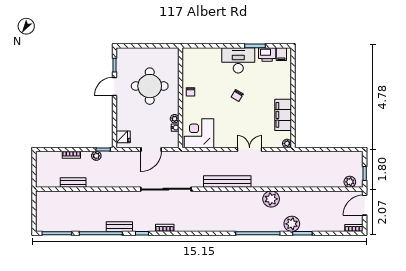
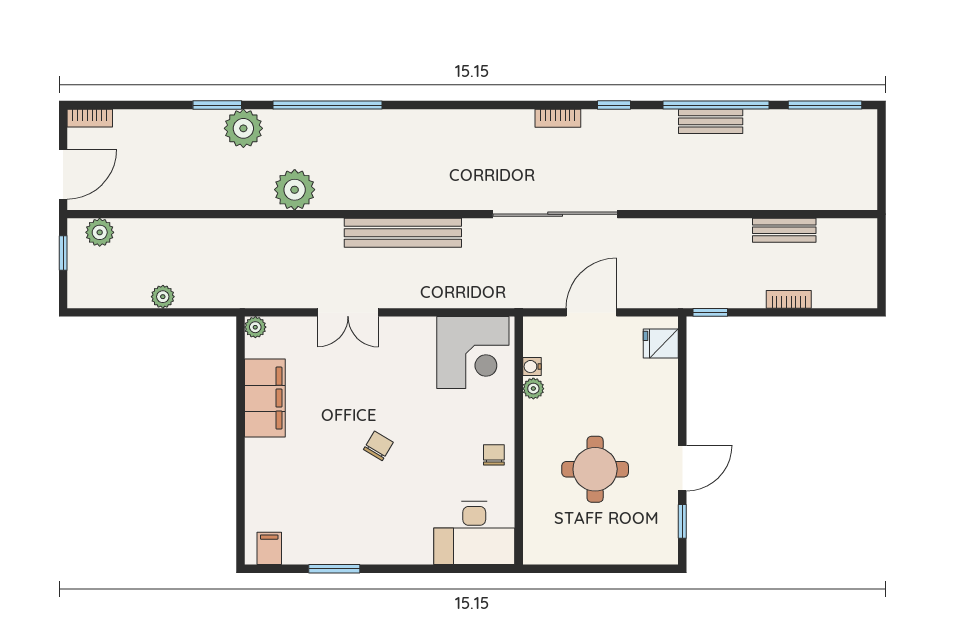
printer: (267, 54) -> (304, 547), removed
desk: (238, 60) -> (474, 533), moved
round table: (150, 86) -> (595, 469), width x0.73, depth x0.73
plant: (96, 156) -> (163, 297), moved
bench: (119, 227) -> (711, 121), moved

